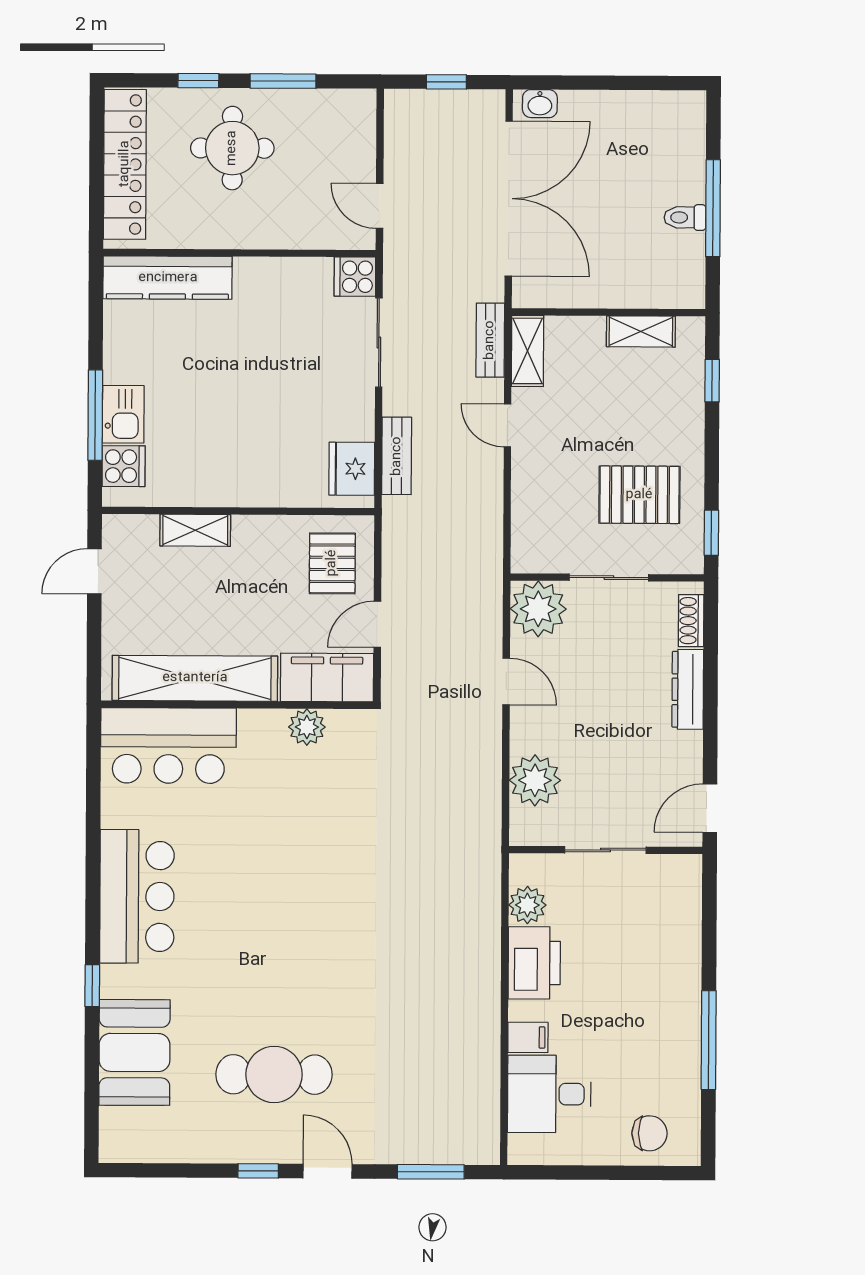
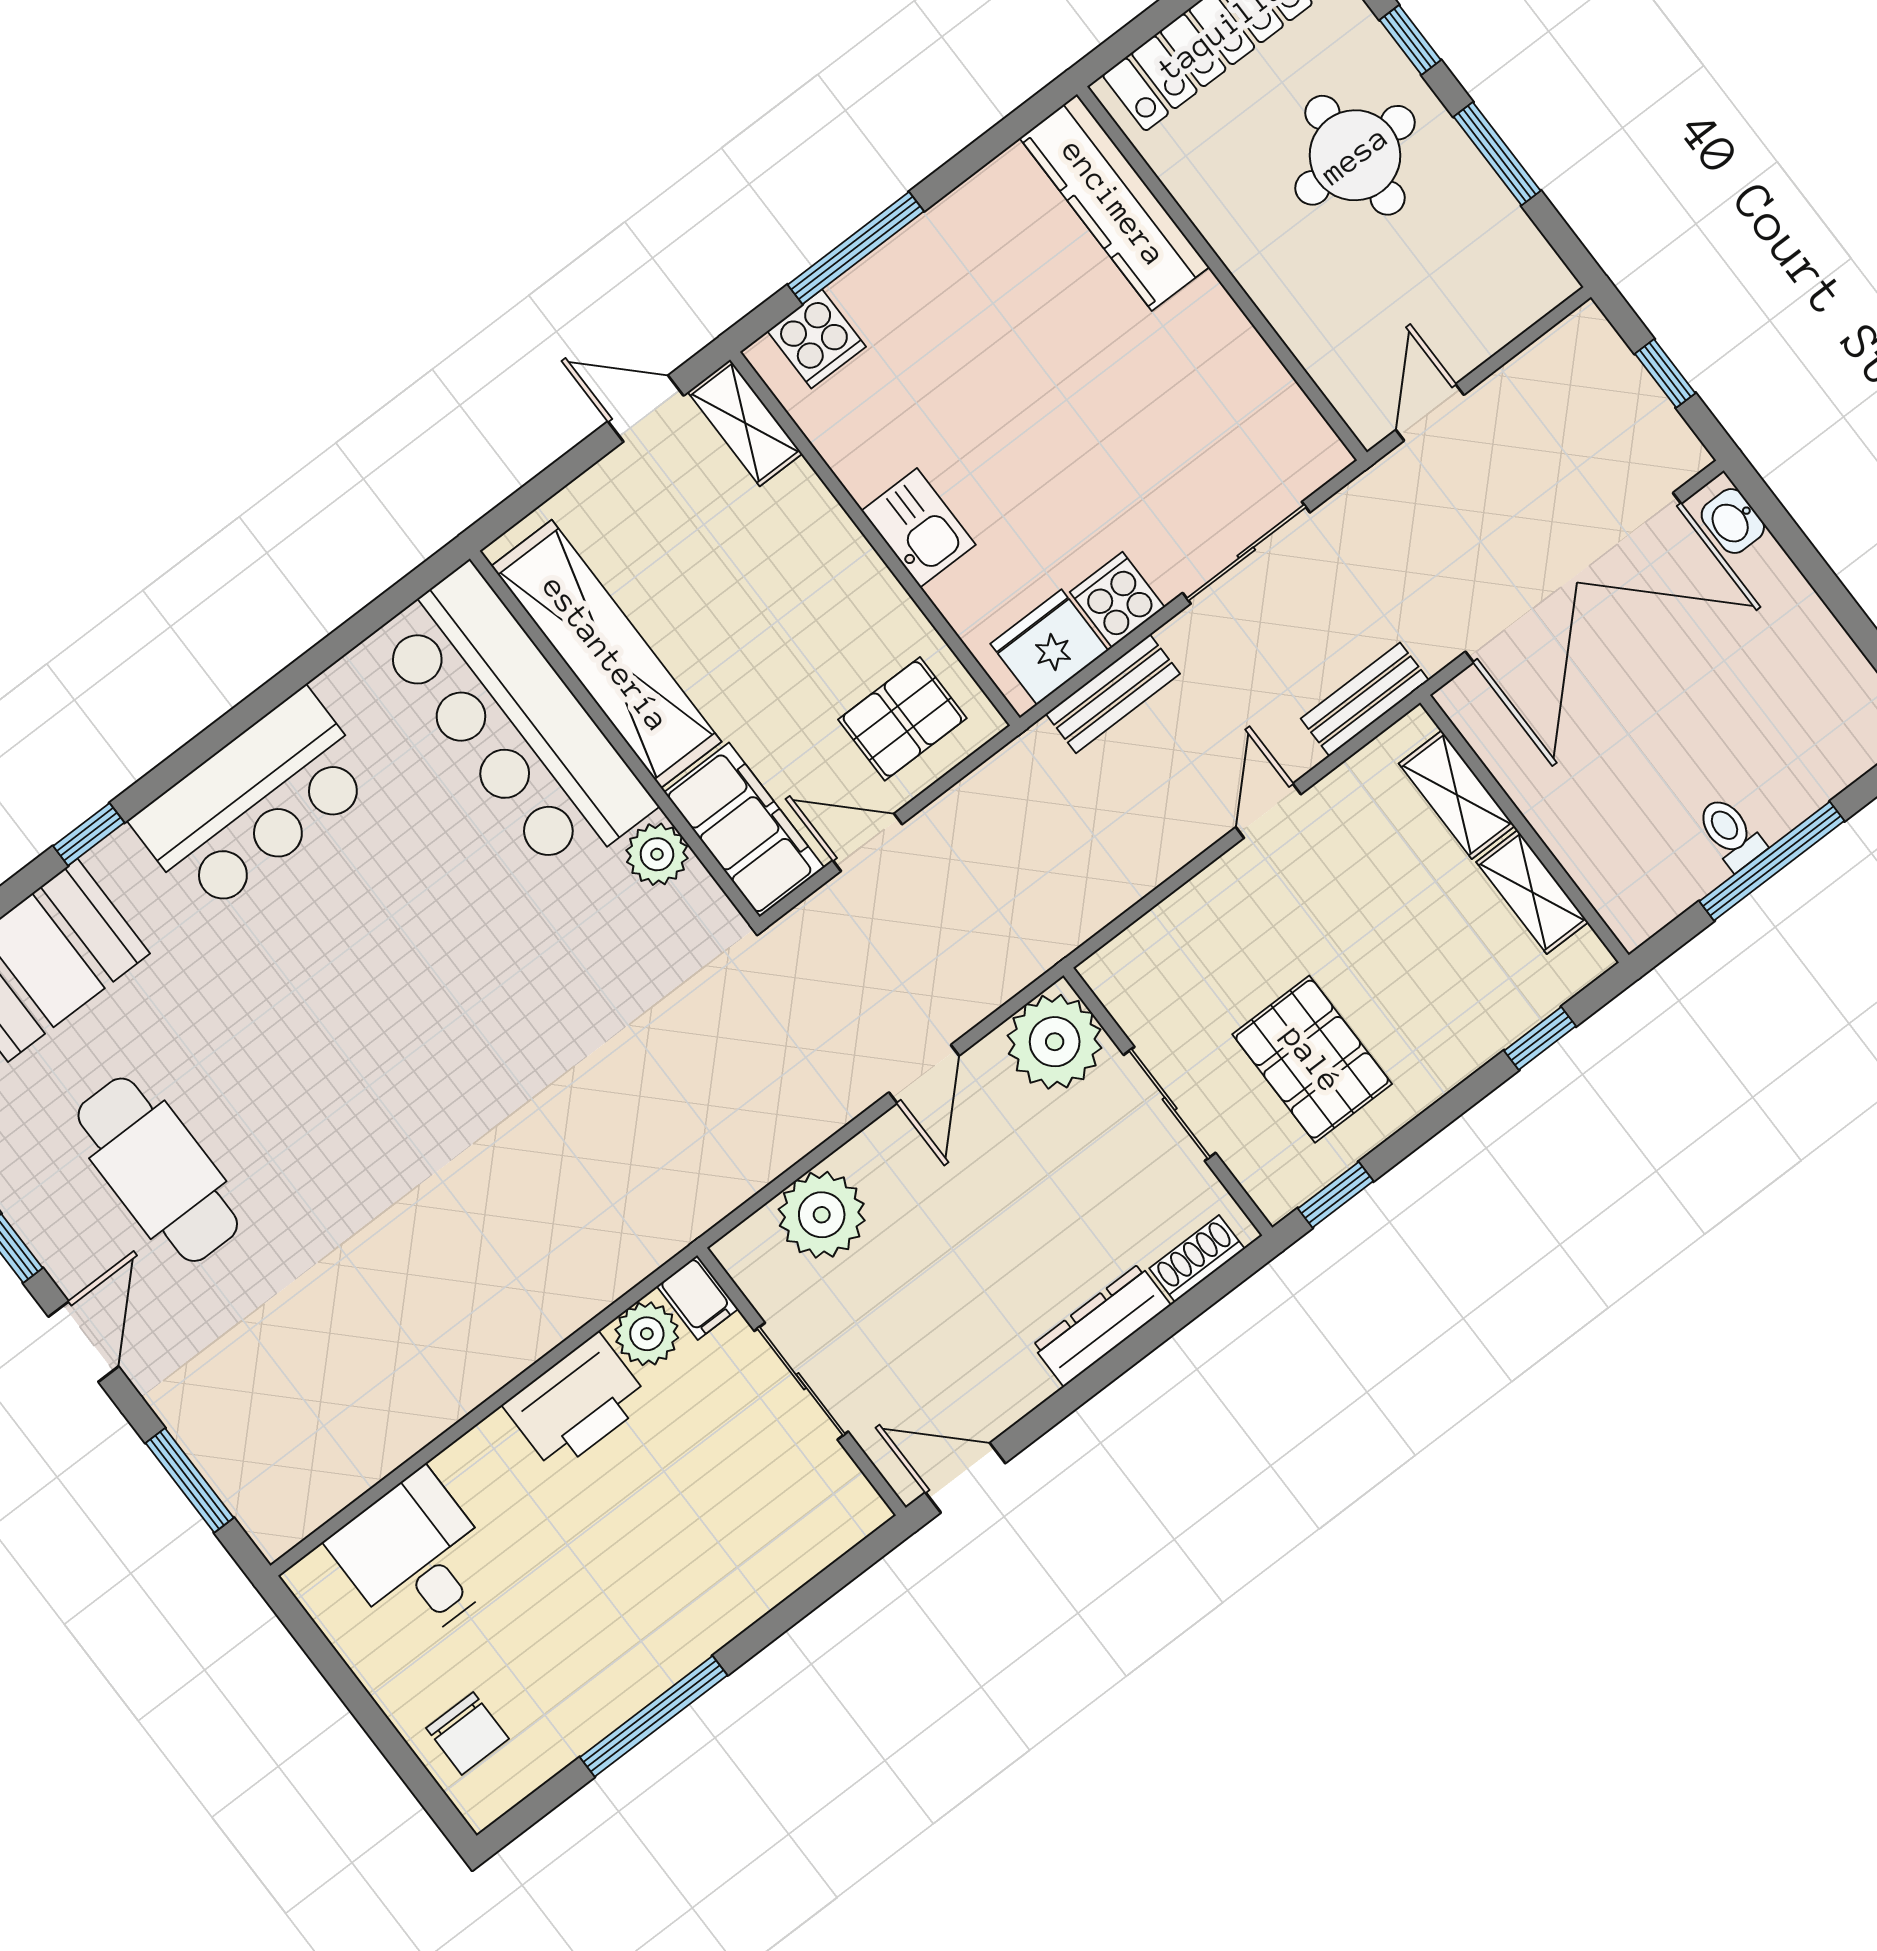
cooker: (355, 277) -> (1117, 600), moved
shelving: (527, 351) -> (1457, 795), moved, turned 90
kitchen sink: (123, 414) -> (919, 528), moved, turned -90
shelving: (195, 530) -> (745, 423), moved
bar counter: (168, 746) -> (514, 721), width x1.36
filing cabinet: (528, 1037) -> (698, 1298), moved

